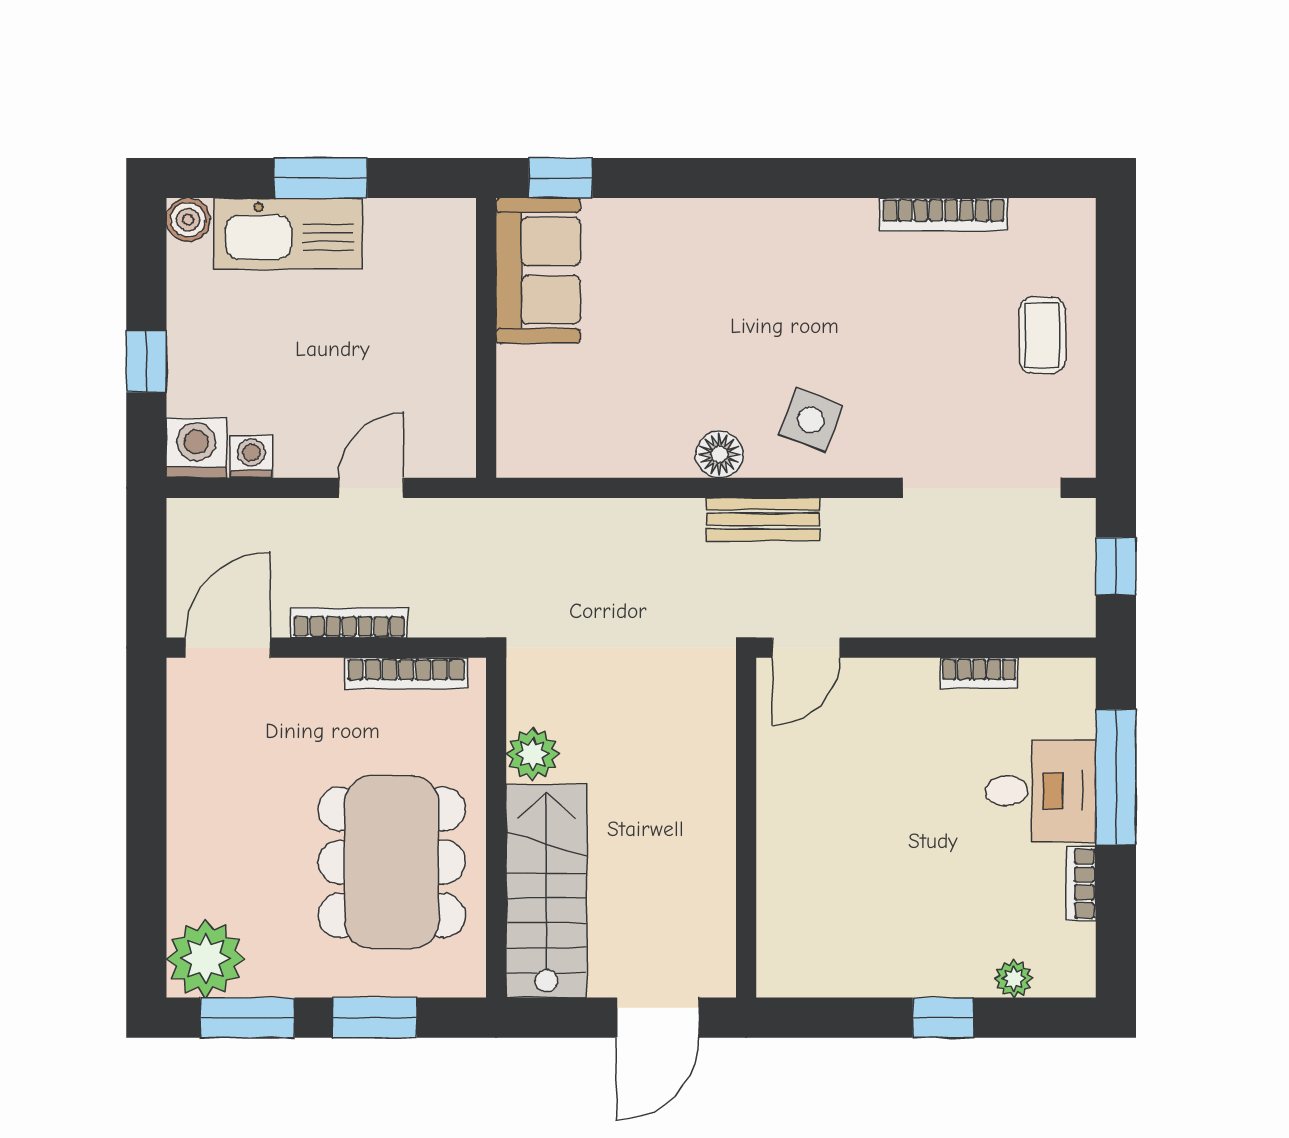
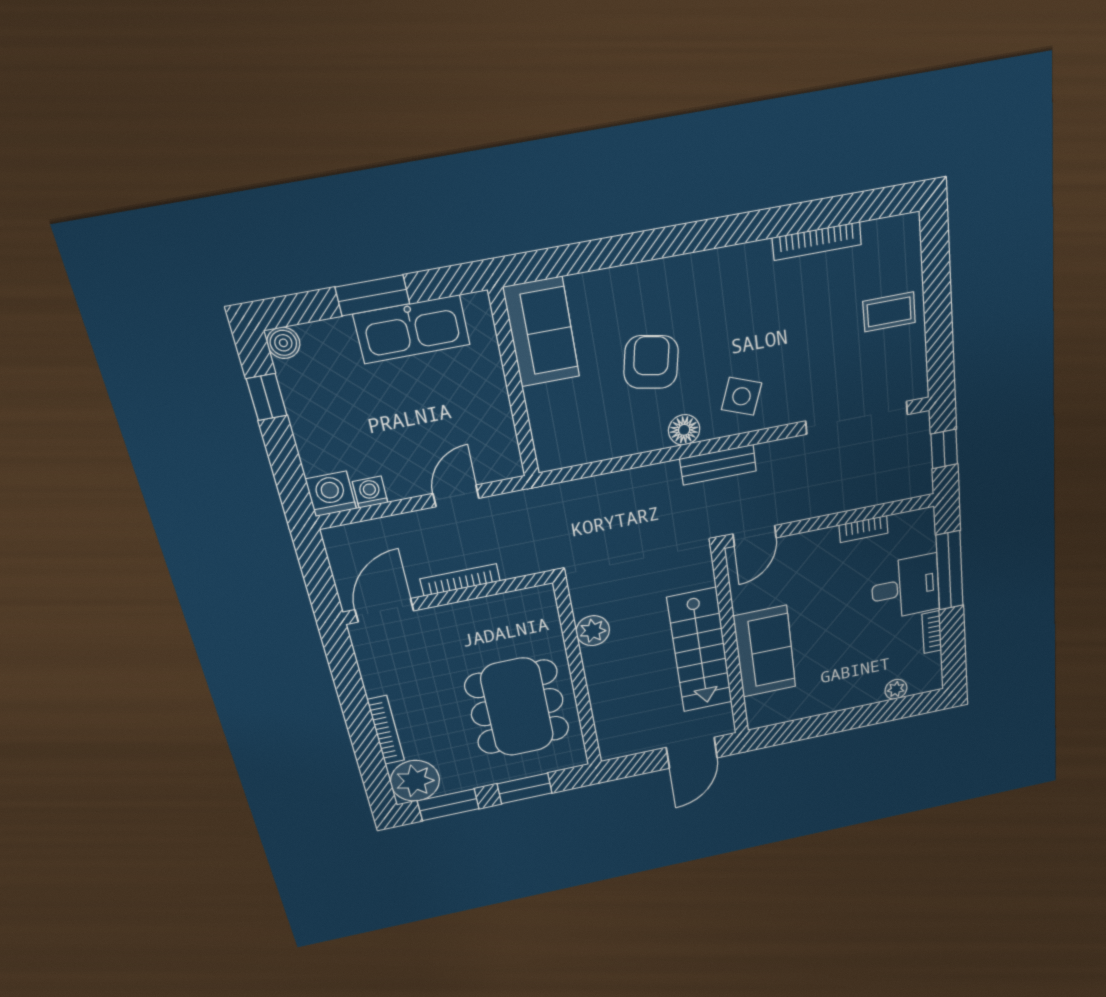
window: (560, 178) -> (545, 264), removed
kitchen sink: (288, 234) -> (412, 329), moved
coffee table: (1042, 335) -> (889, 312), turned 90
armchair: (685, 343) -> (651, 362), added
window: (146, 362) -> (267, 397), moved
bookcase: (406, 673) -> (386, 730), moved, turned -90
sofa: (800, 855) -> (765, 652), added
stairs: (546, 891) -> (700, 651), moved, turned 180
window: (943, 1018) -> (857, 717), removed

